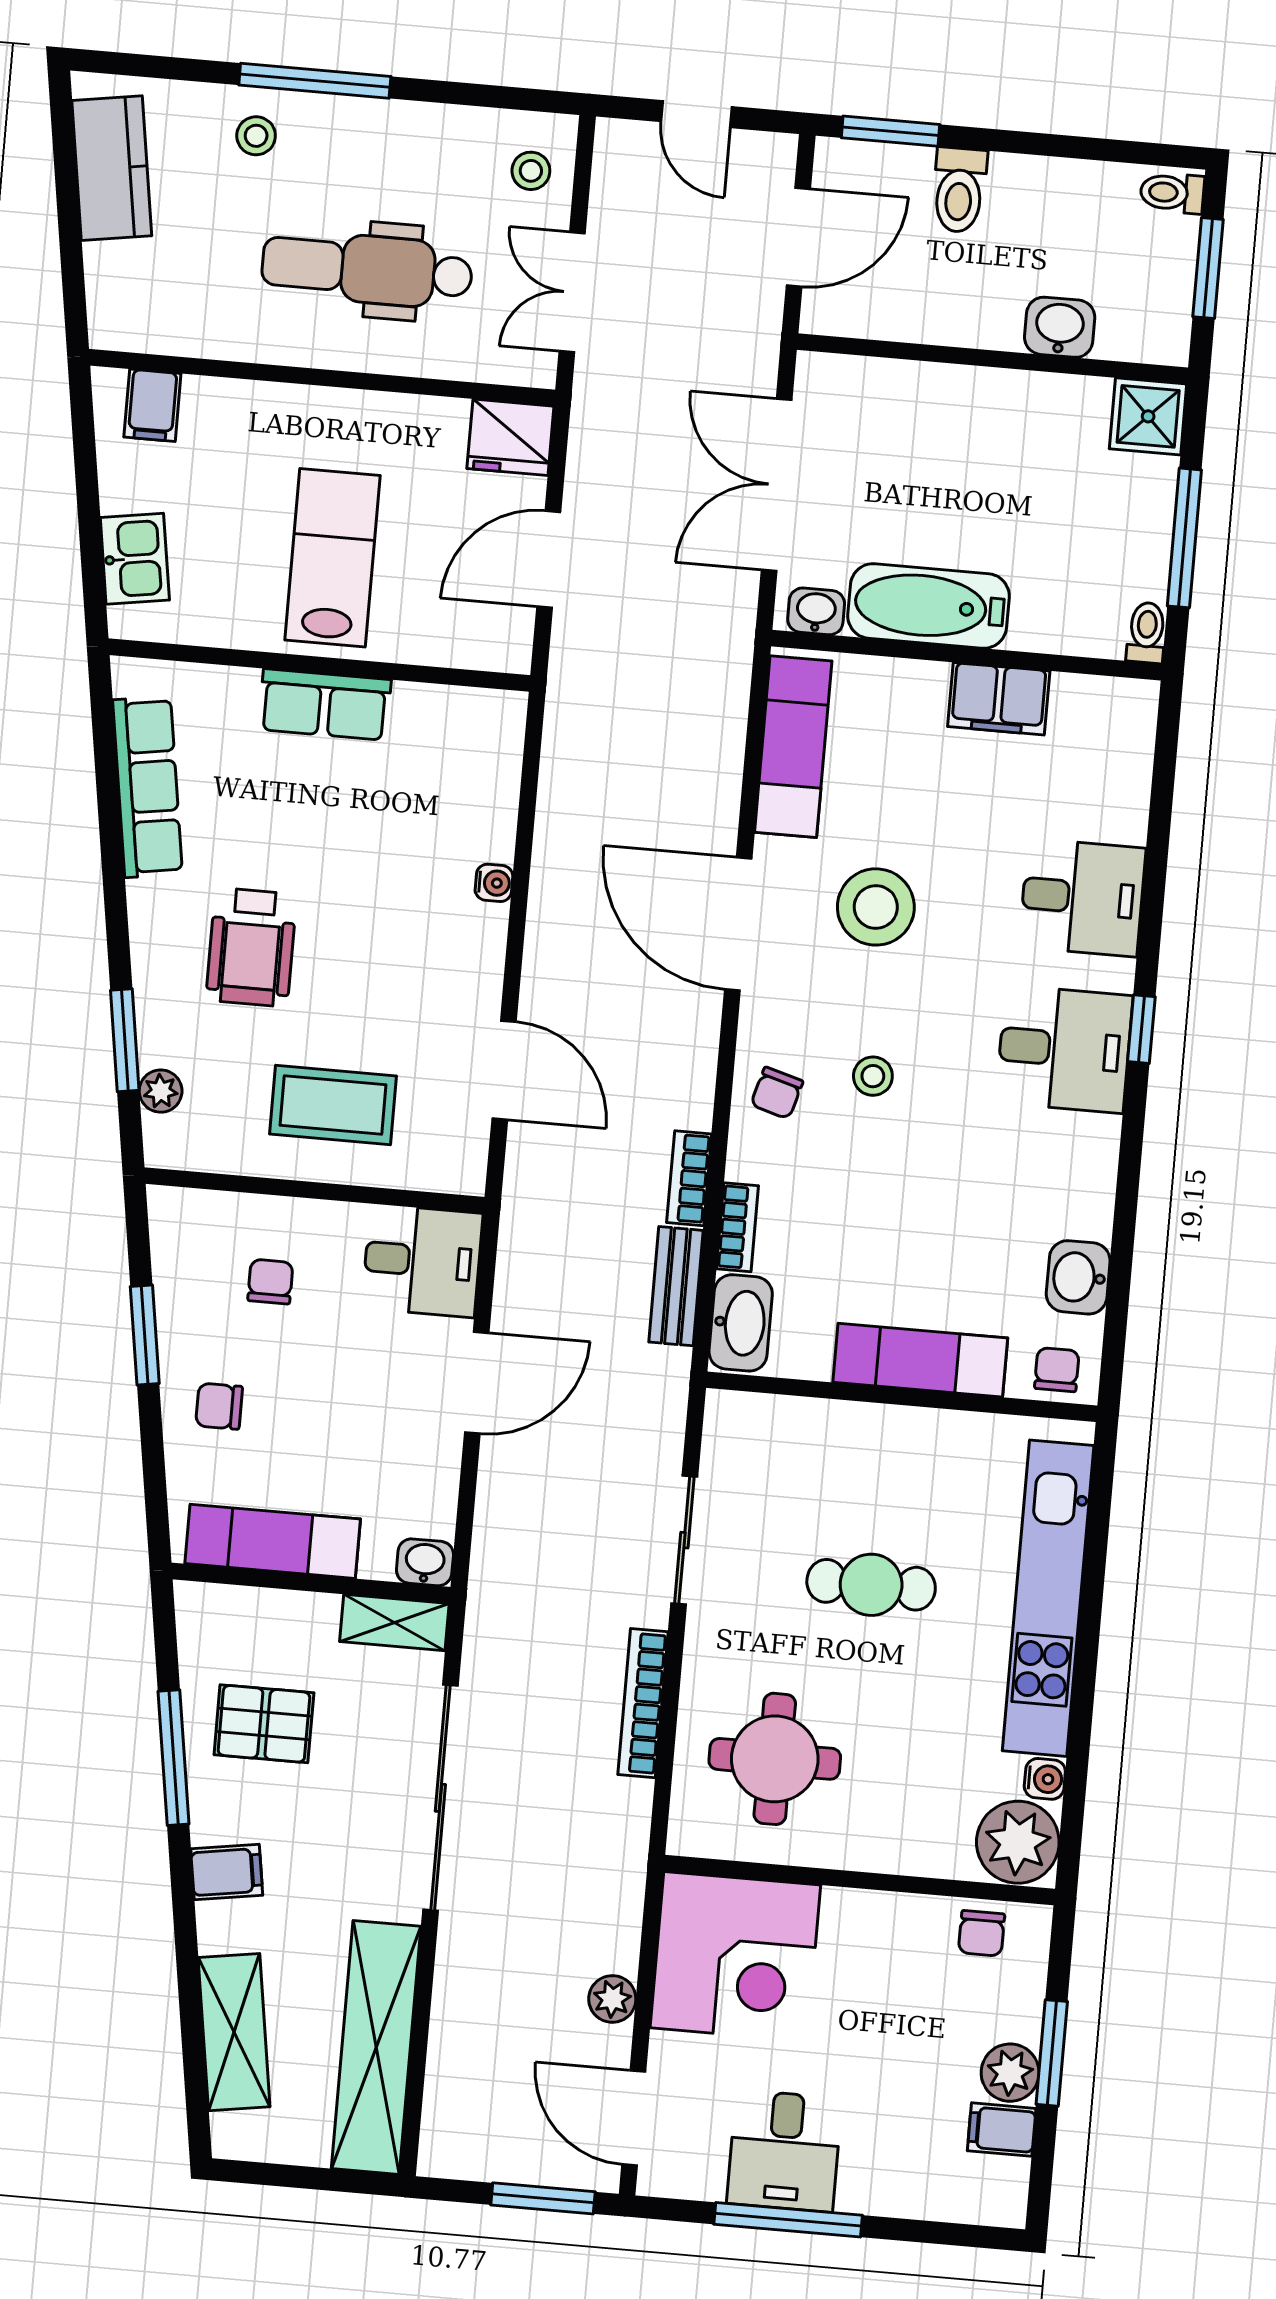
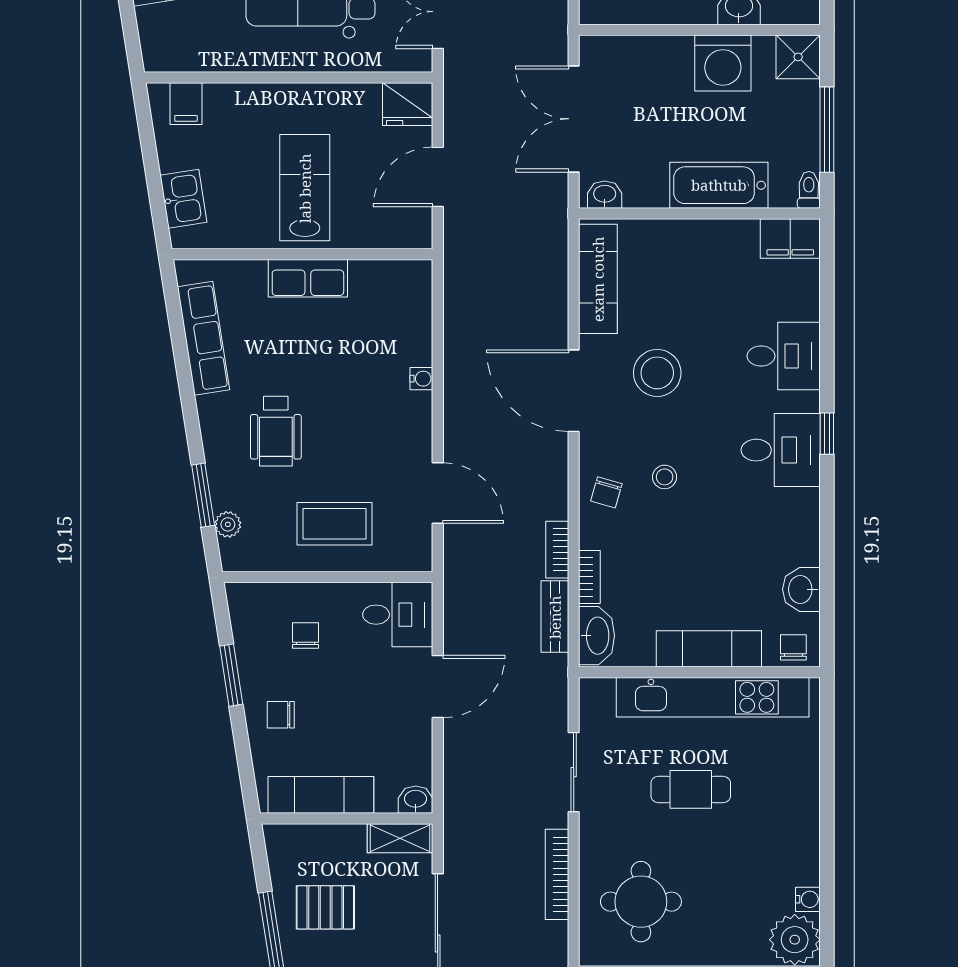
washing machine: (1026, 415) -> (723, 63), added
bathtub: (928, 606) -> (719, 185), moved
filing cabinet: (999, 699) -> (790, 238), moved
kitchen unit: (1048, 1598) -> (713, 697), moved, turned -90

